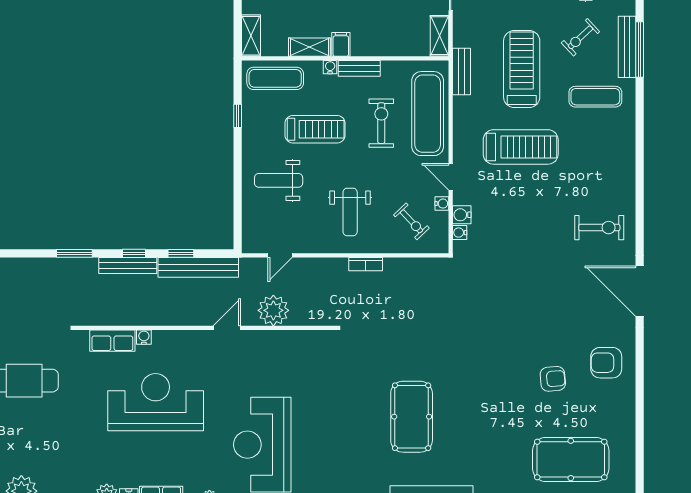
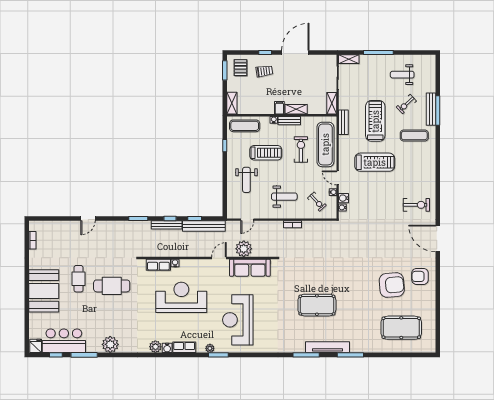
shelving: (309, 47) -> (296, 109), moved
weight bench: (279, 180) -> (246, 180), turned -90
weight bench: (350, 212) -> (284, 197), turned -90
sofa: (285, 346) -> (250, 268), added
armchair: (553, 379) -> (392, 285), width x1.88, depth x1.88
pool table: (412, 417) -> (317, 305), turned 90

